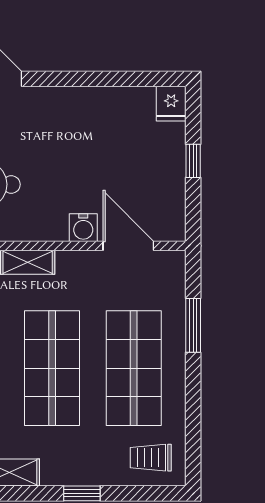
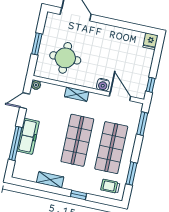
window: (193, 161) -> (151, 85), moved
window: (193, 325) -> (142, 124), moved
window: (193, 417) -> (131, 173), added

